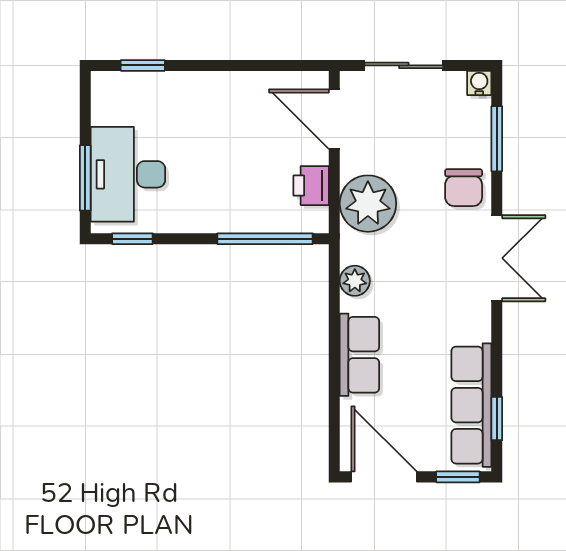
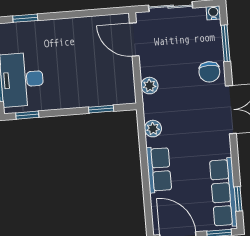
printer: (311, 186) -> (124, 78), removed
plant: (368, 204) -> (149, 86), width x0.53, depth x0.53
window: (265, 239) -> (101, 109), width x0.46

